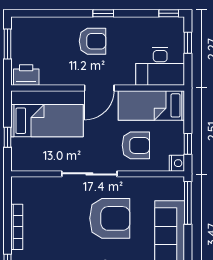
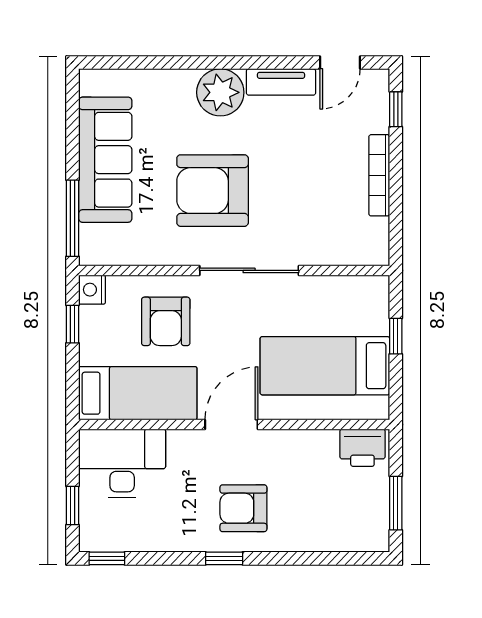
armchair: (136, 145) -> (166, 321), turned -90

